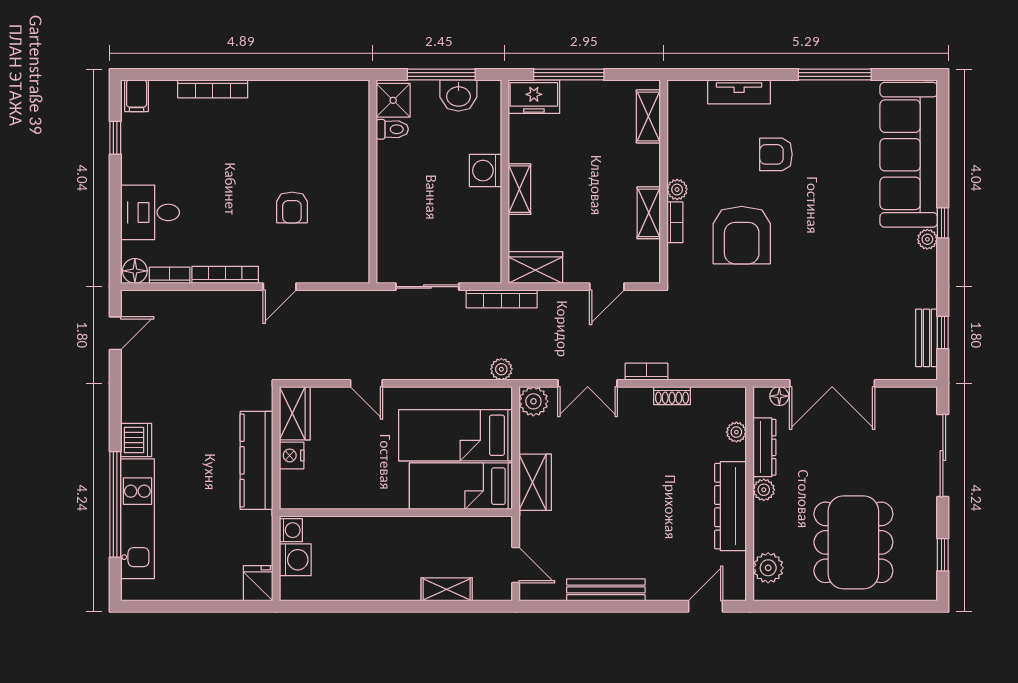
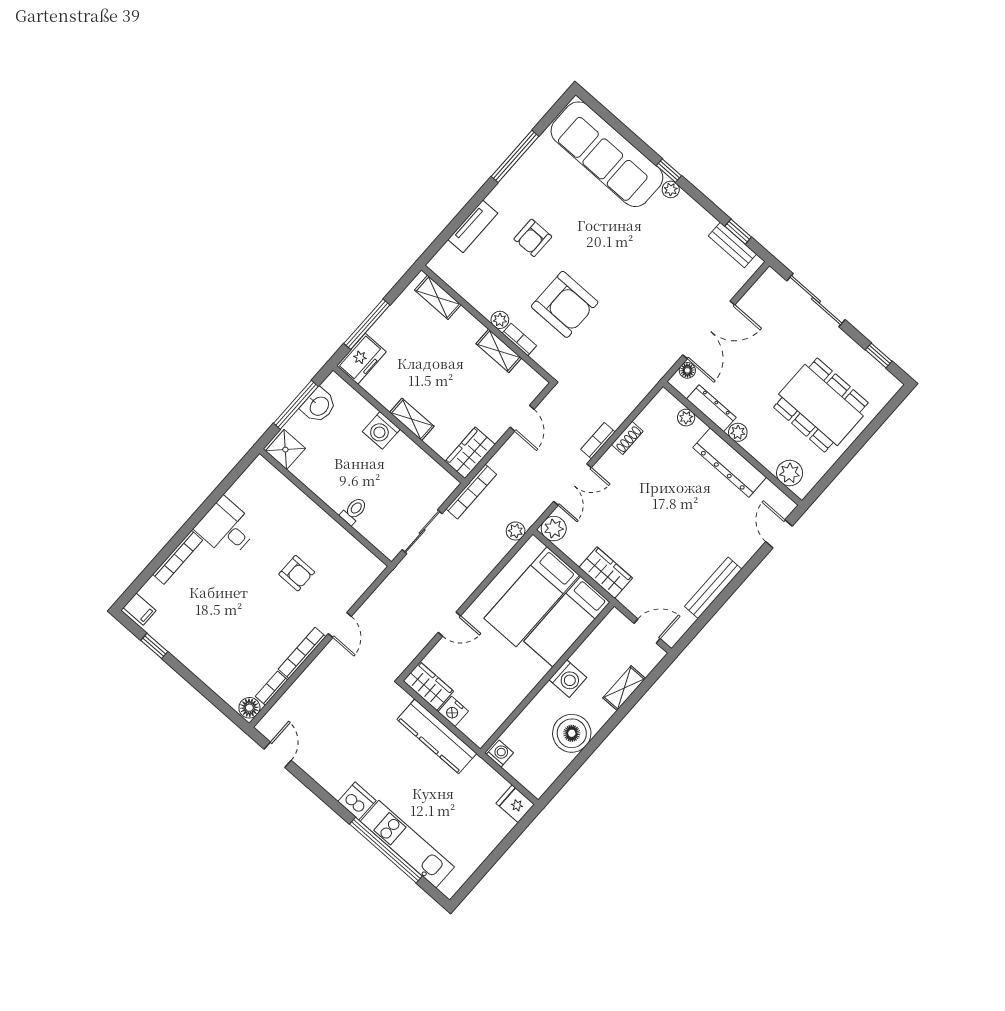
toilet: (392, 129) -> (354, 511), moved
desk: (150, 212) -> (226, 528), moved, turned 90
washing machine: (295, 560) -> (568, 679), moved, turned 90
boiler: (365, 578) -> (572, 733), added

